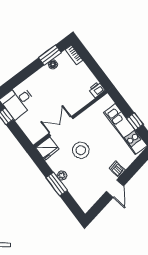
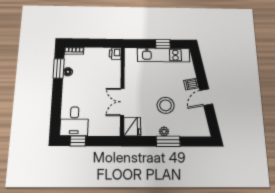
stool: (81, 150) -> (166, 105), moved
door: (115, 189) -> (206, 97), swing flipped

